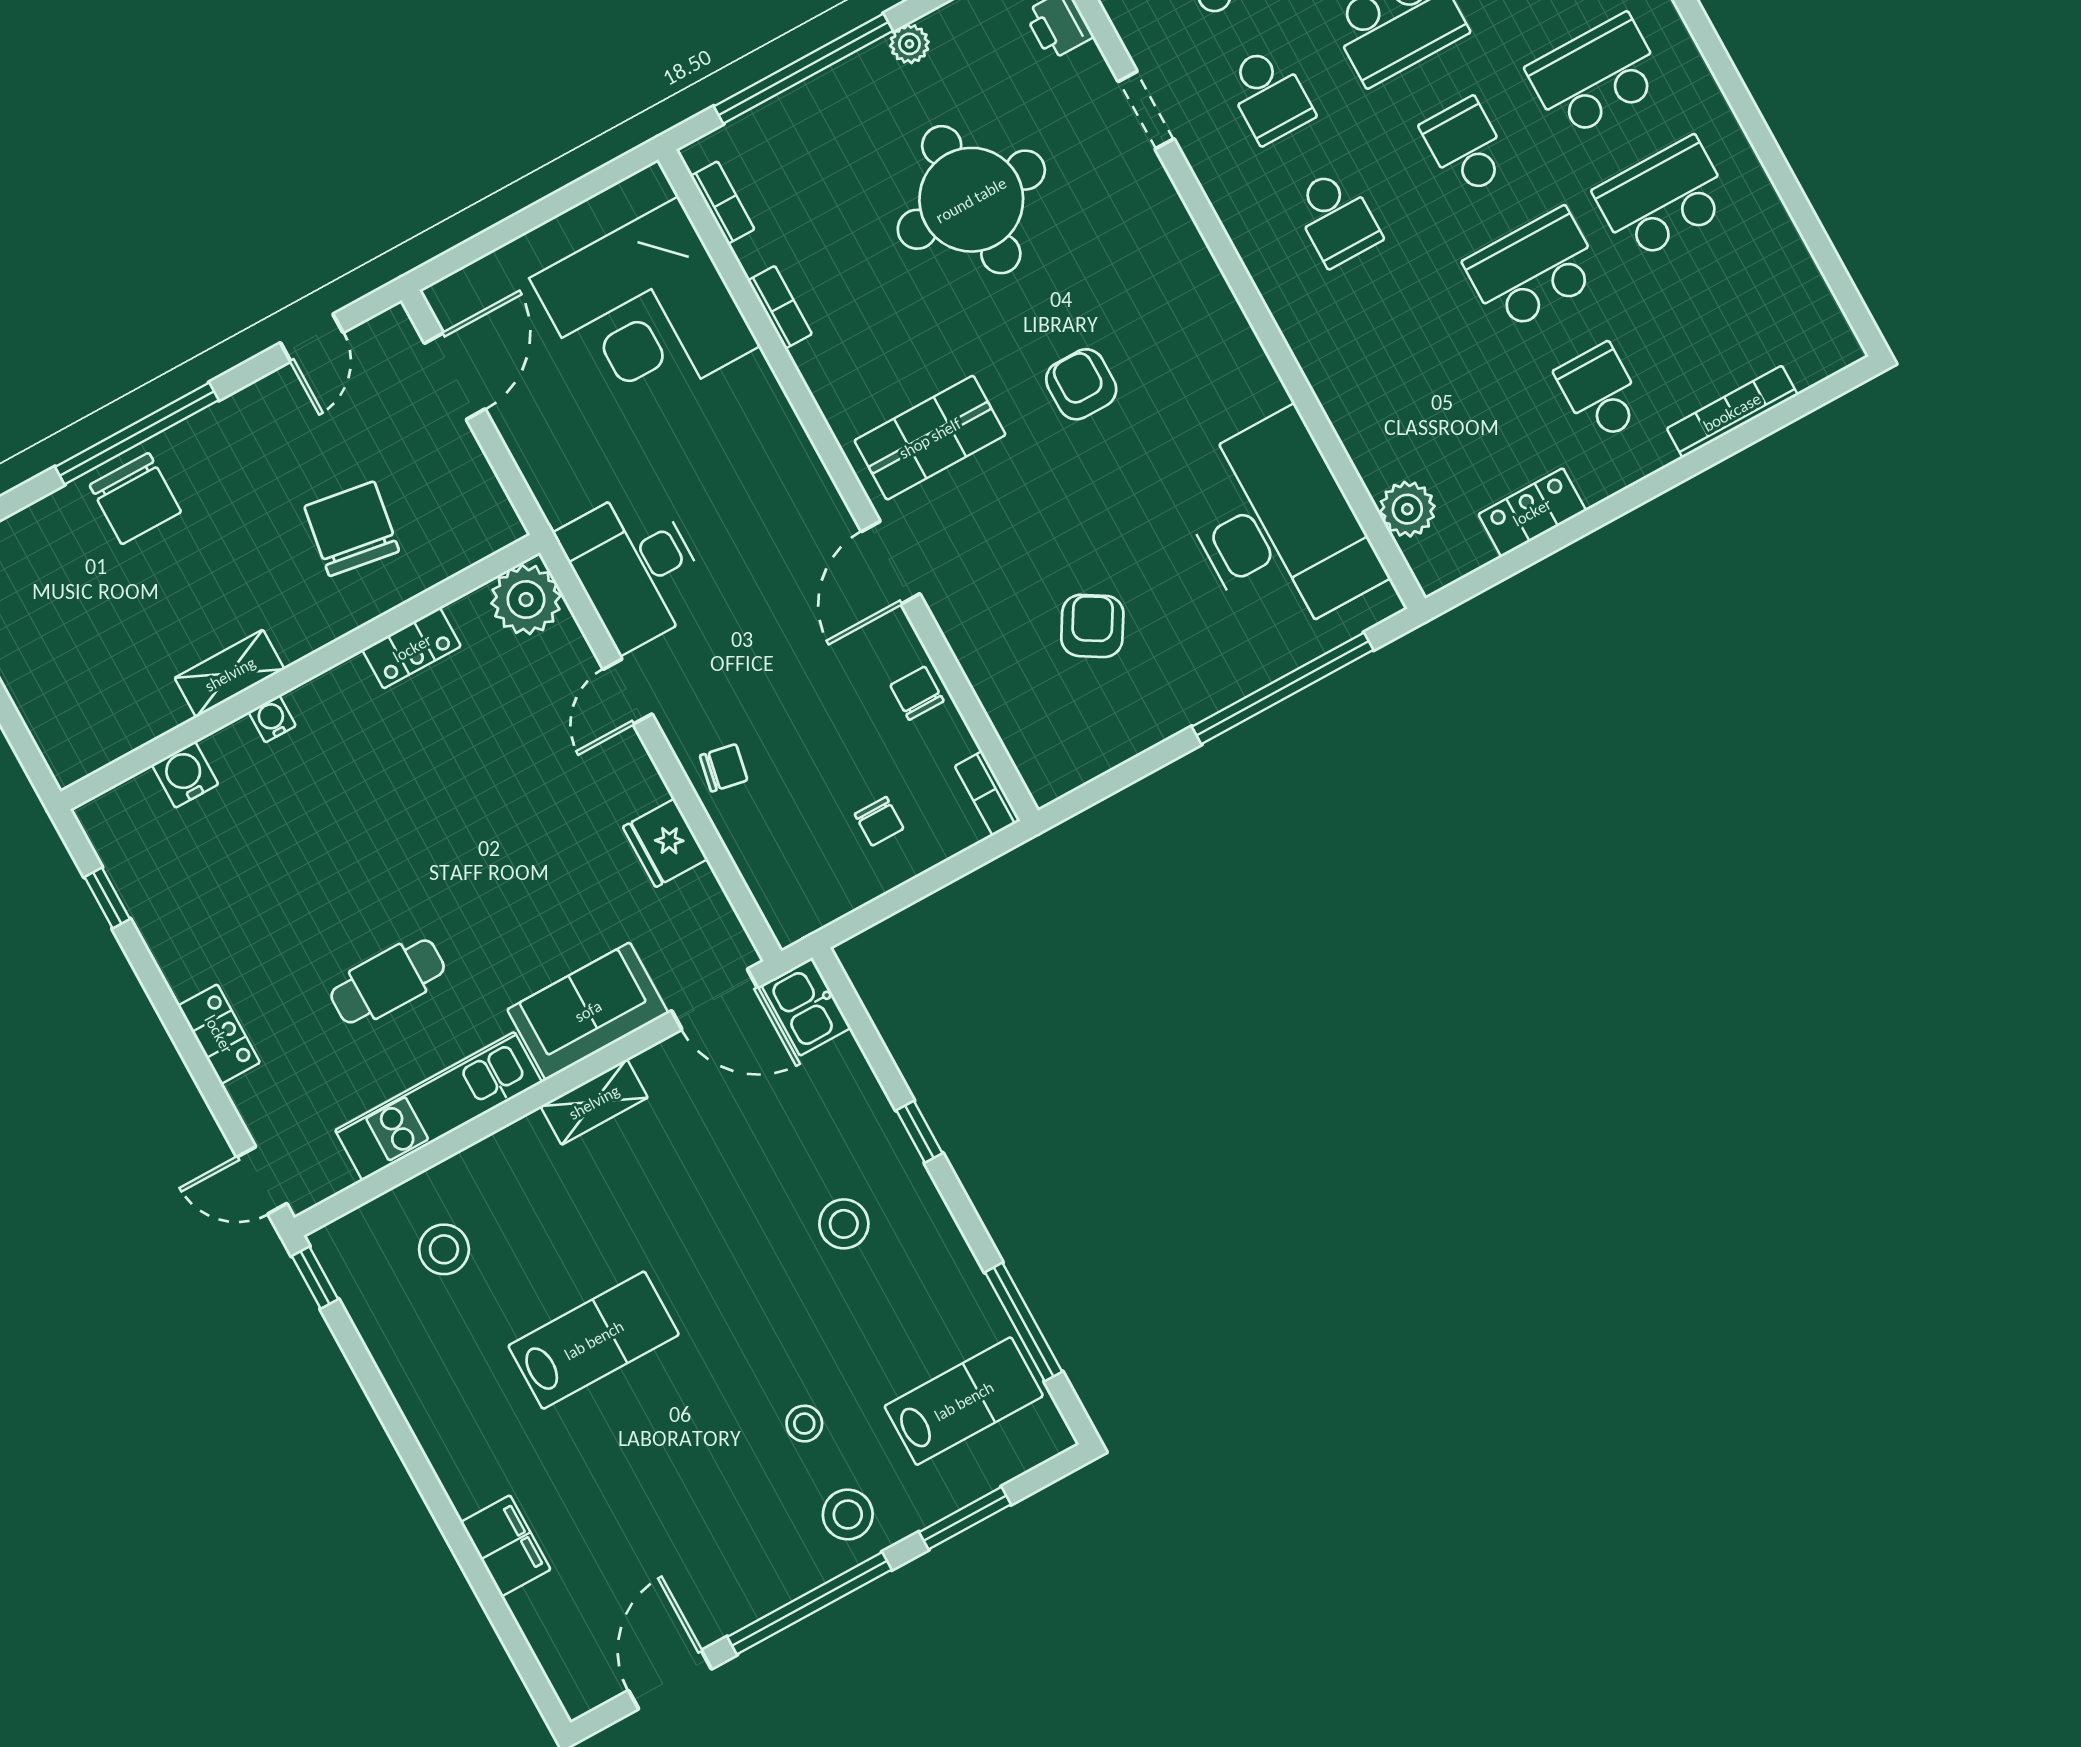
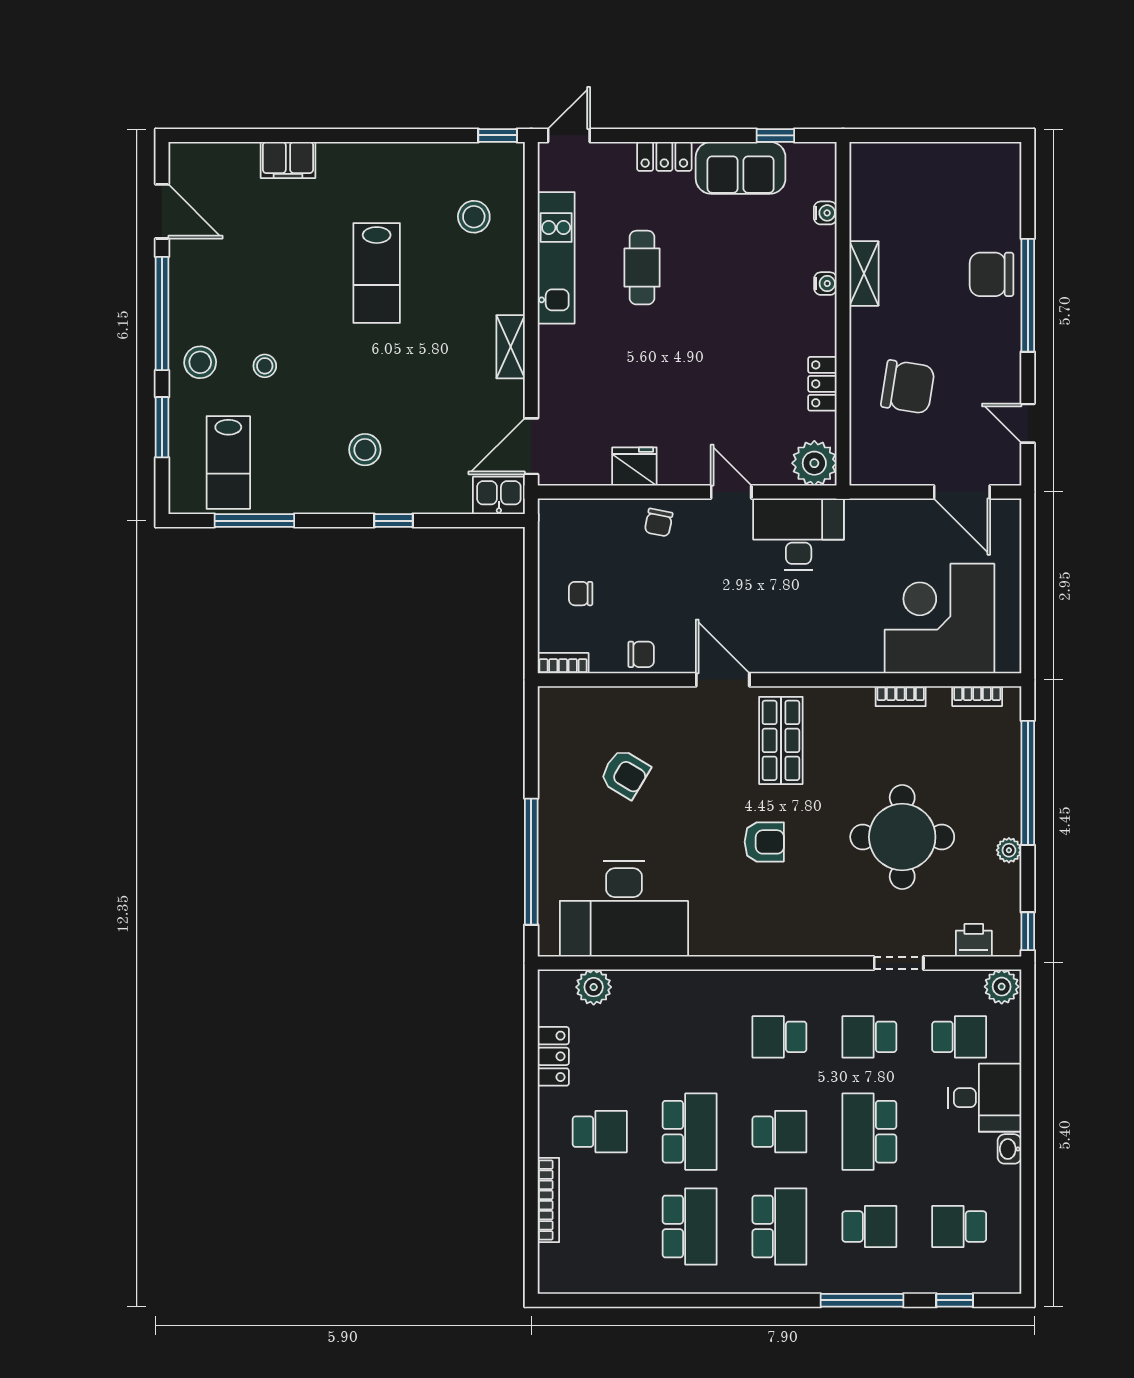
water cooler: (185, 775) -> (825, 213), width x0.72, depth x0.72
sofa: (588, 1011) -> (741, 168), moved, turned 90

